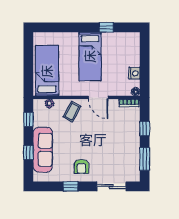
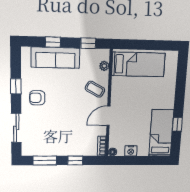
bed: (90, 56) -> (161, 133), moved, turned 90

